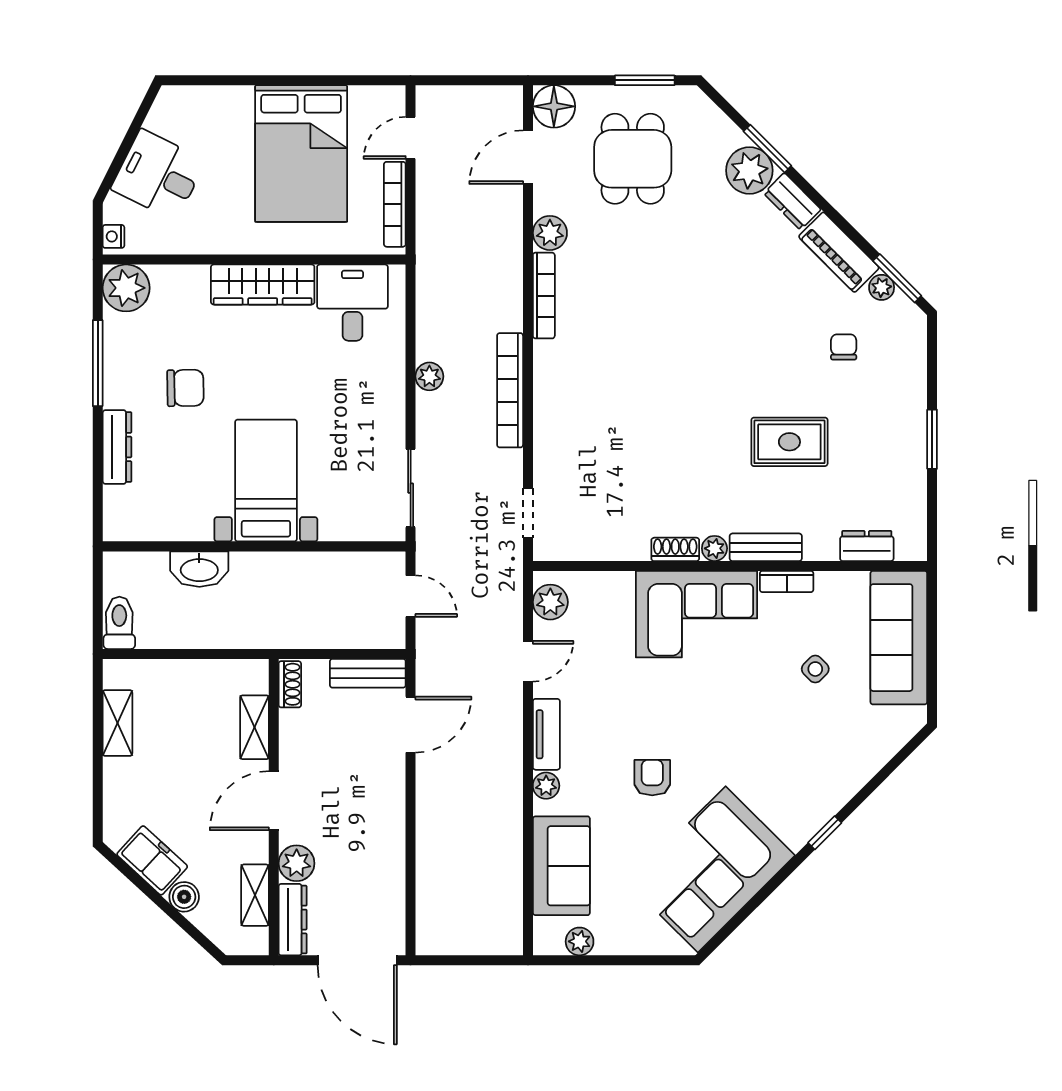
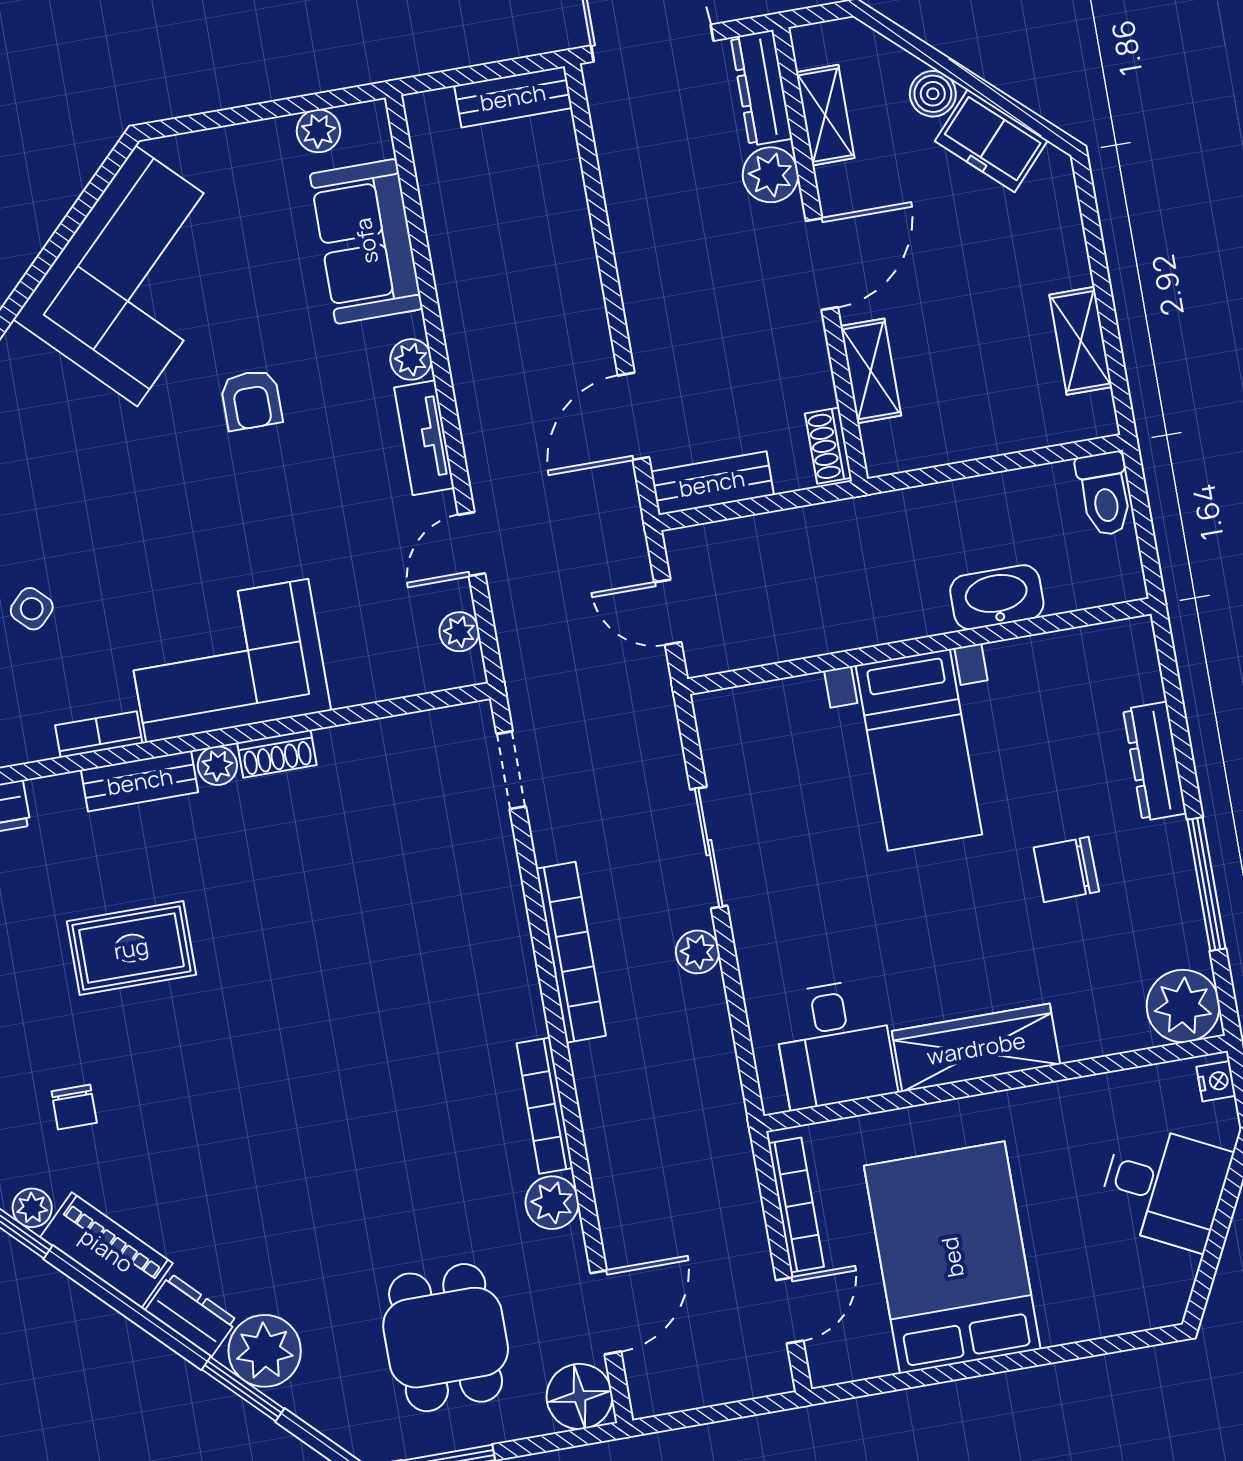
sliding door: (411, 488) -> (709, 848), moved
plant: (550, 602) -> (459, 632), width x0.73, depth x0.73
bench: (452, 942) -> (513, 97), added

